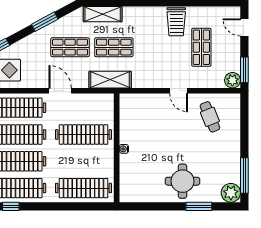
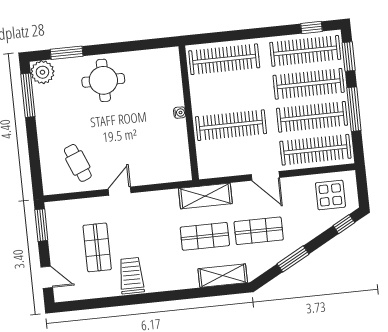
plant: (232, 80) -> (55, 211), removed
door: (179, 91) -> (120, 191), hinge flipped
window: (199, 206) -> (67, 53), moved

